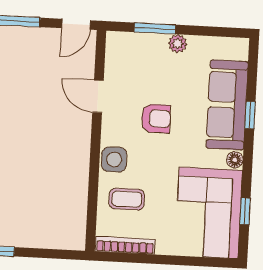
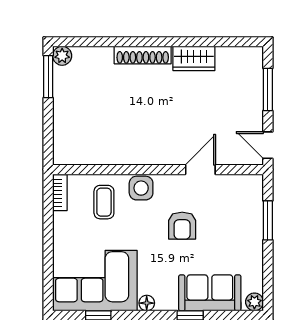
plant: (178, 44) -> (254, 302), moved
sofa: (227, 105) -> (210, 293), width x0.73
bookcase: (125, 245) -> (60, 193), width x0.64

